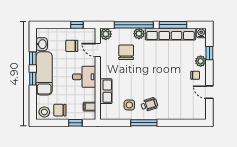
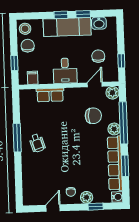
window: (173, 25) -> (125, 166), width x0.69
side table: (129, 105) -> (36, 121), removed

